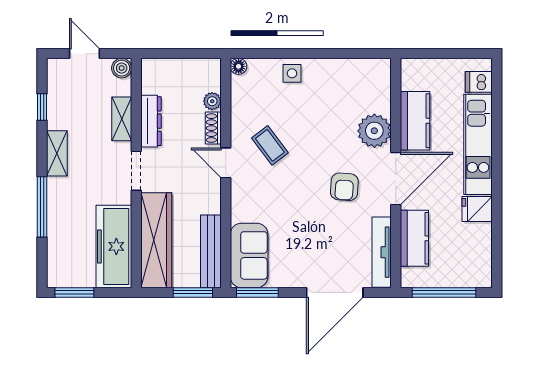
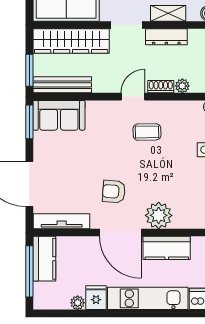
coffee table: (270, 145) -> (147, 132), turned 36
plant: (483, 232) -> (78, 303), added
kitchen counter: (414, 238) -> (44, 259), moved, turned -90

